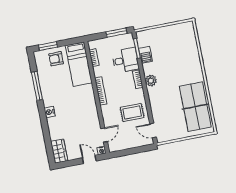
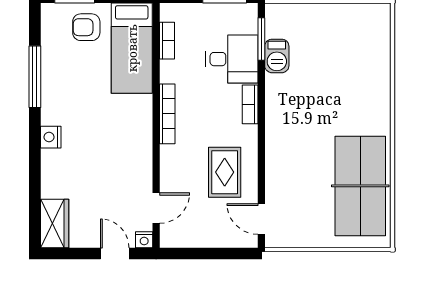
plant: (151, 81) -> (277, 113), removed
rug: (132, 112) -> (225, 172), turned 90

